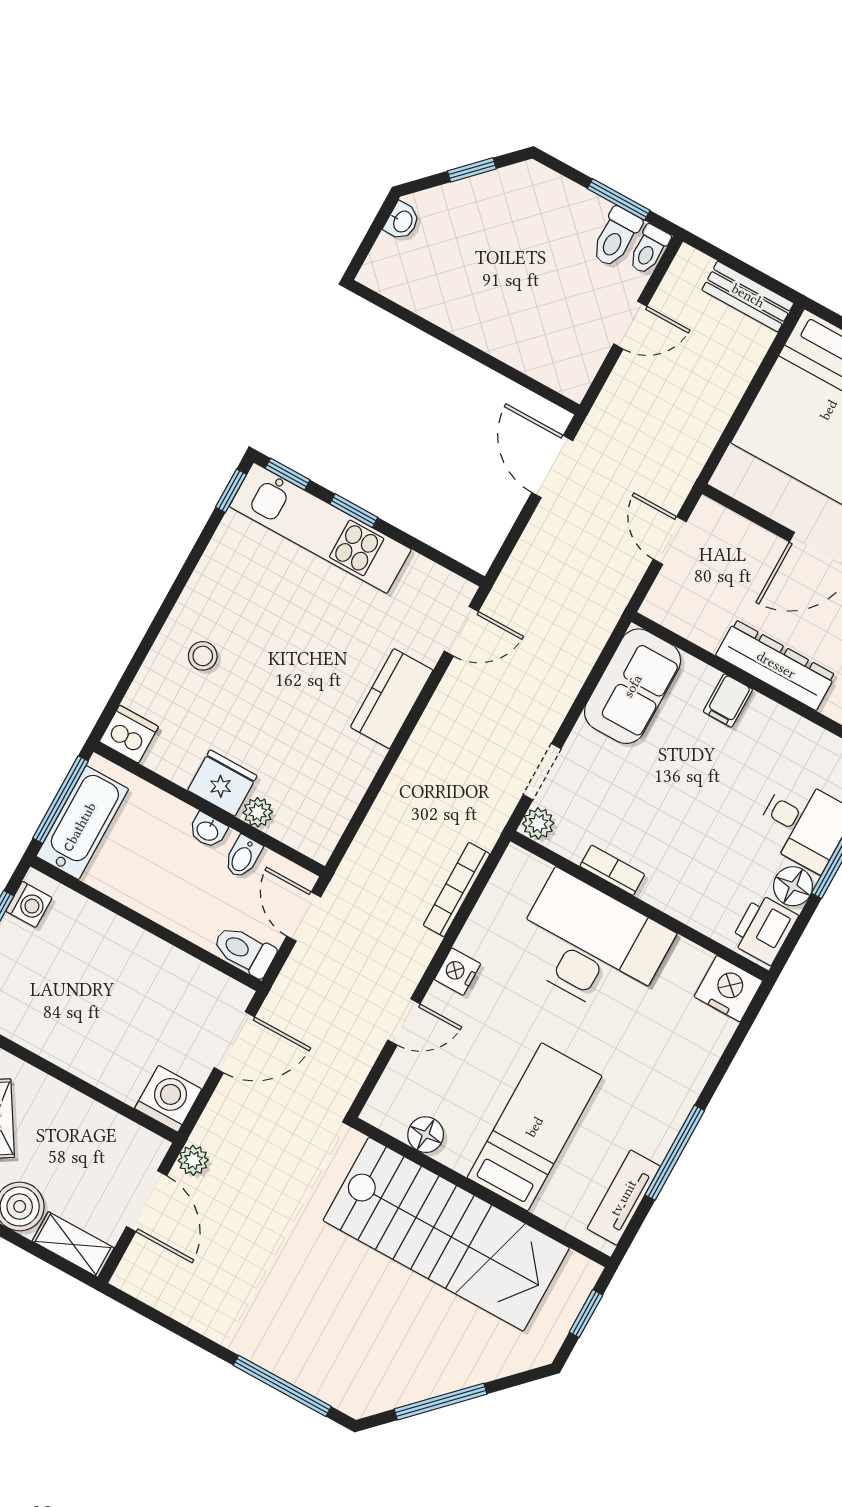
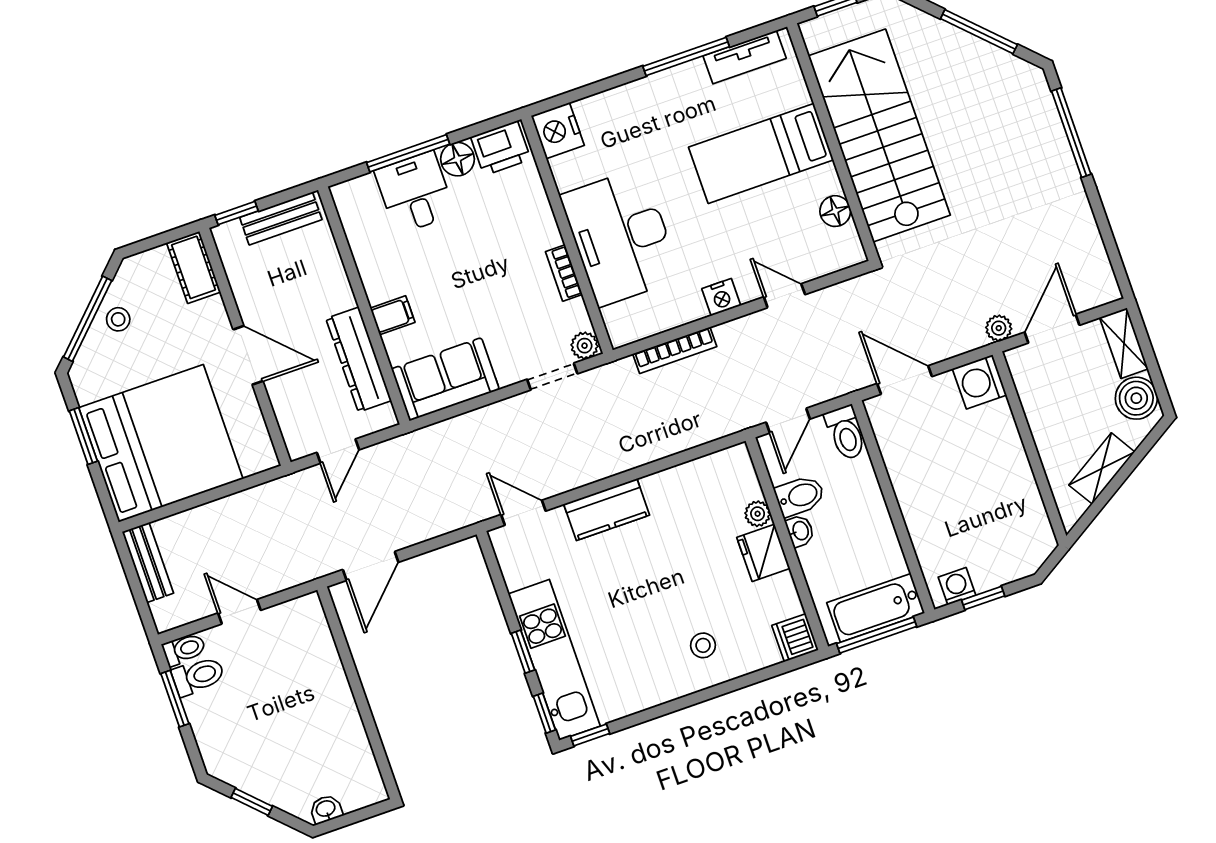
dresser: (776, 665) -> (359, 360), moved
bidet: (243, 857) -> (800, 496), width x1.38, depth x1.36

